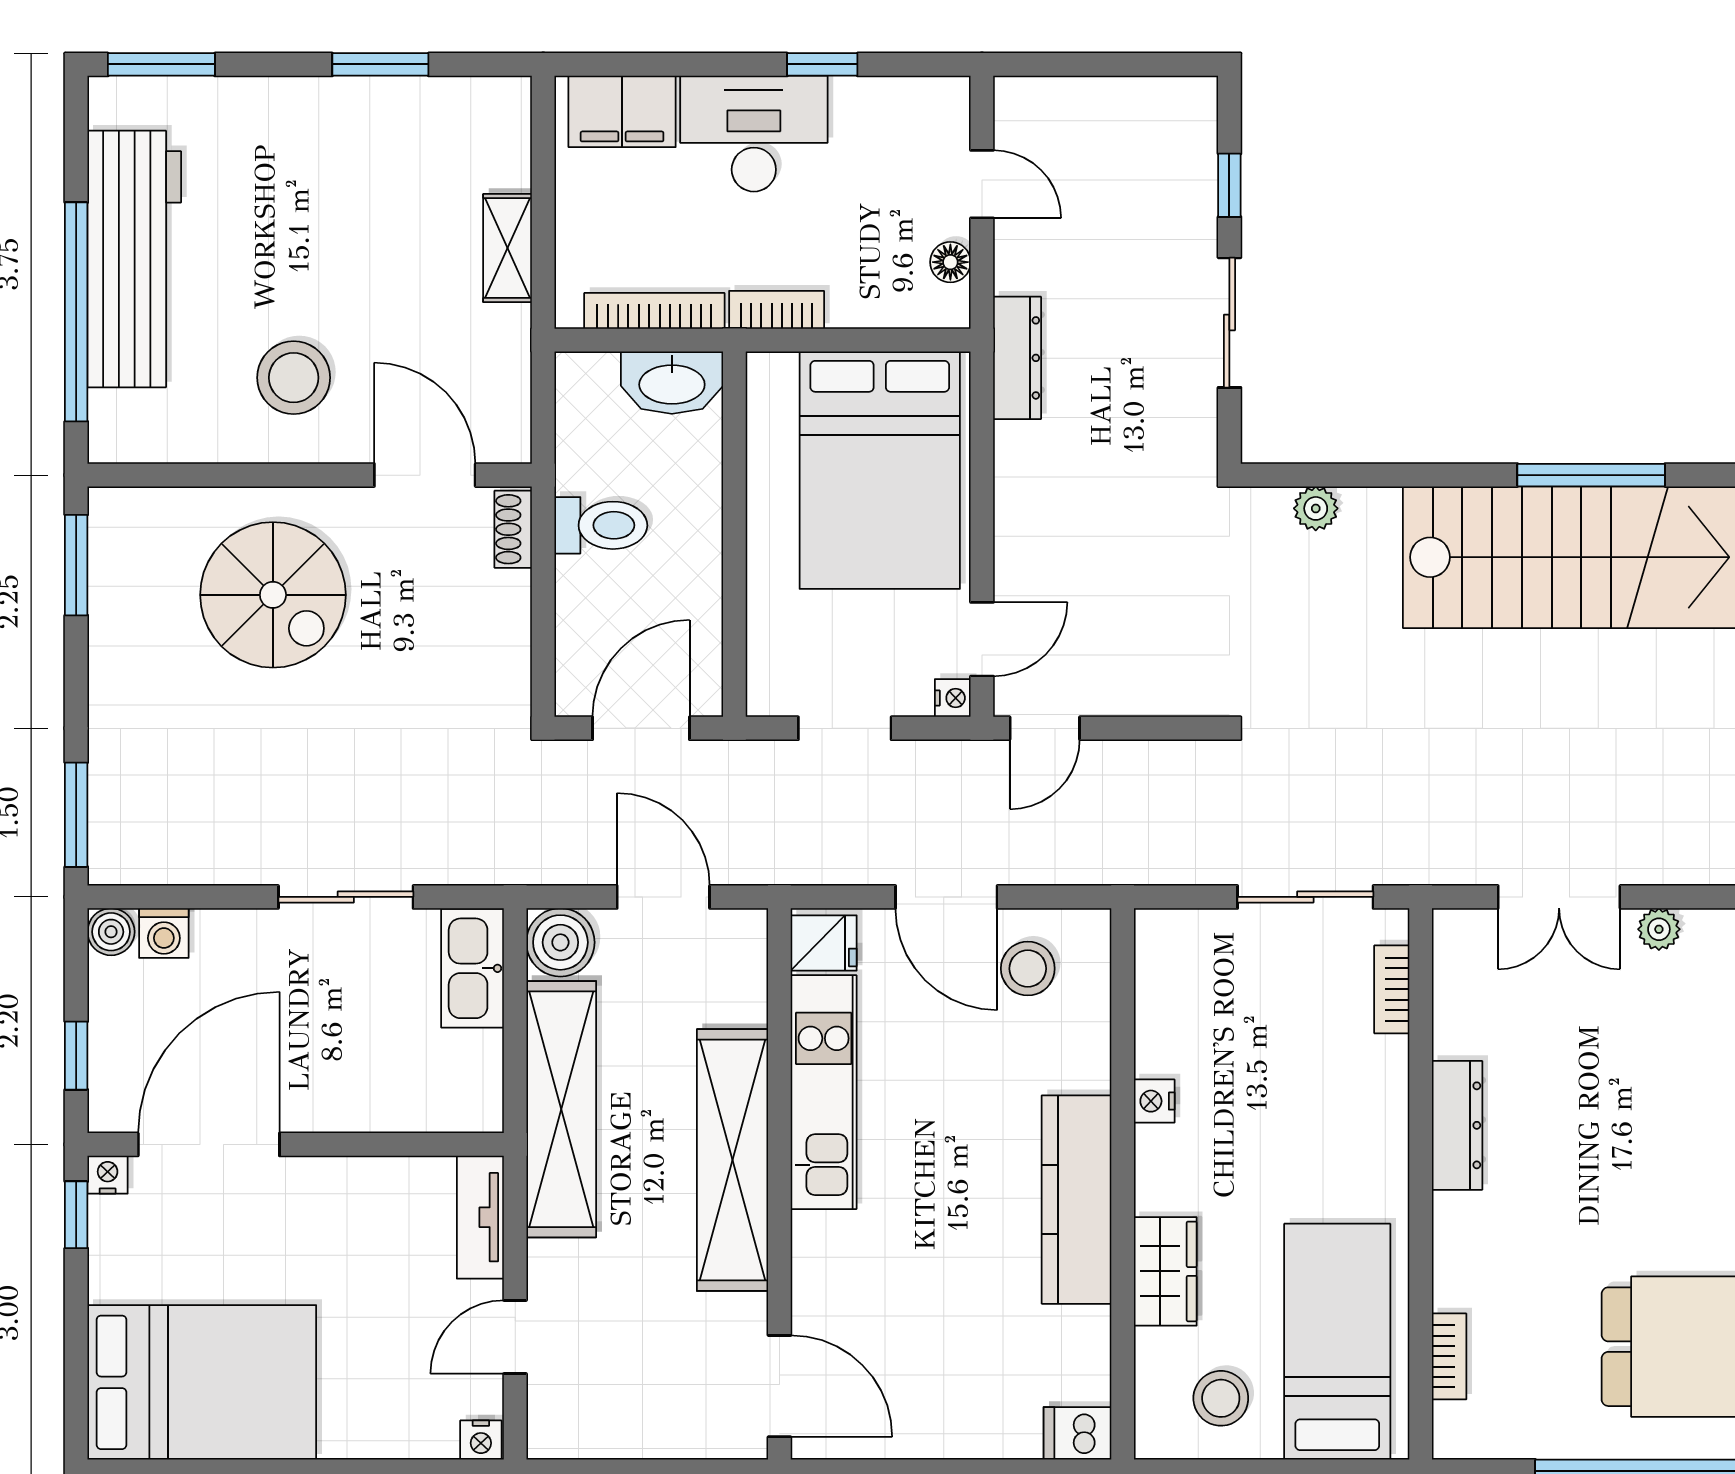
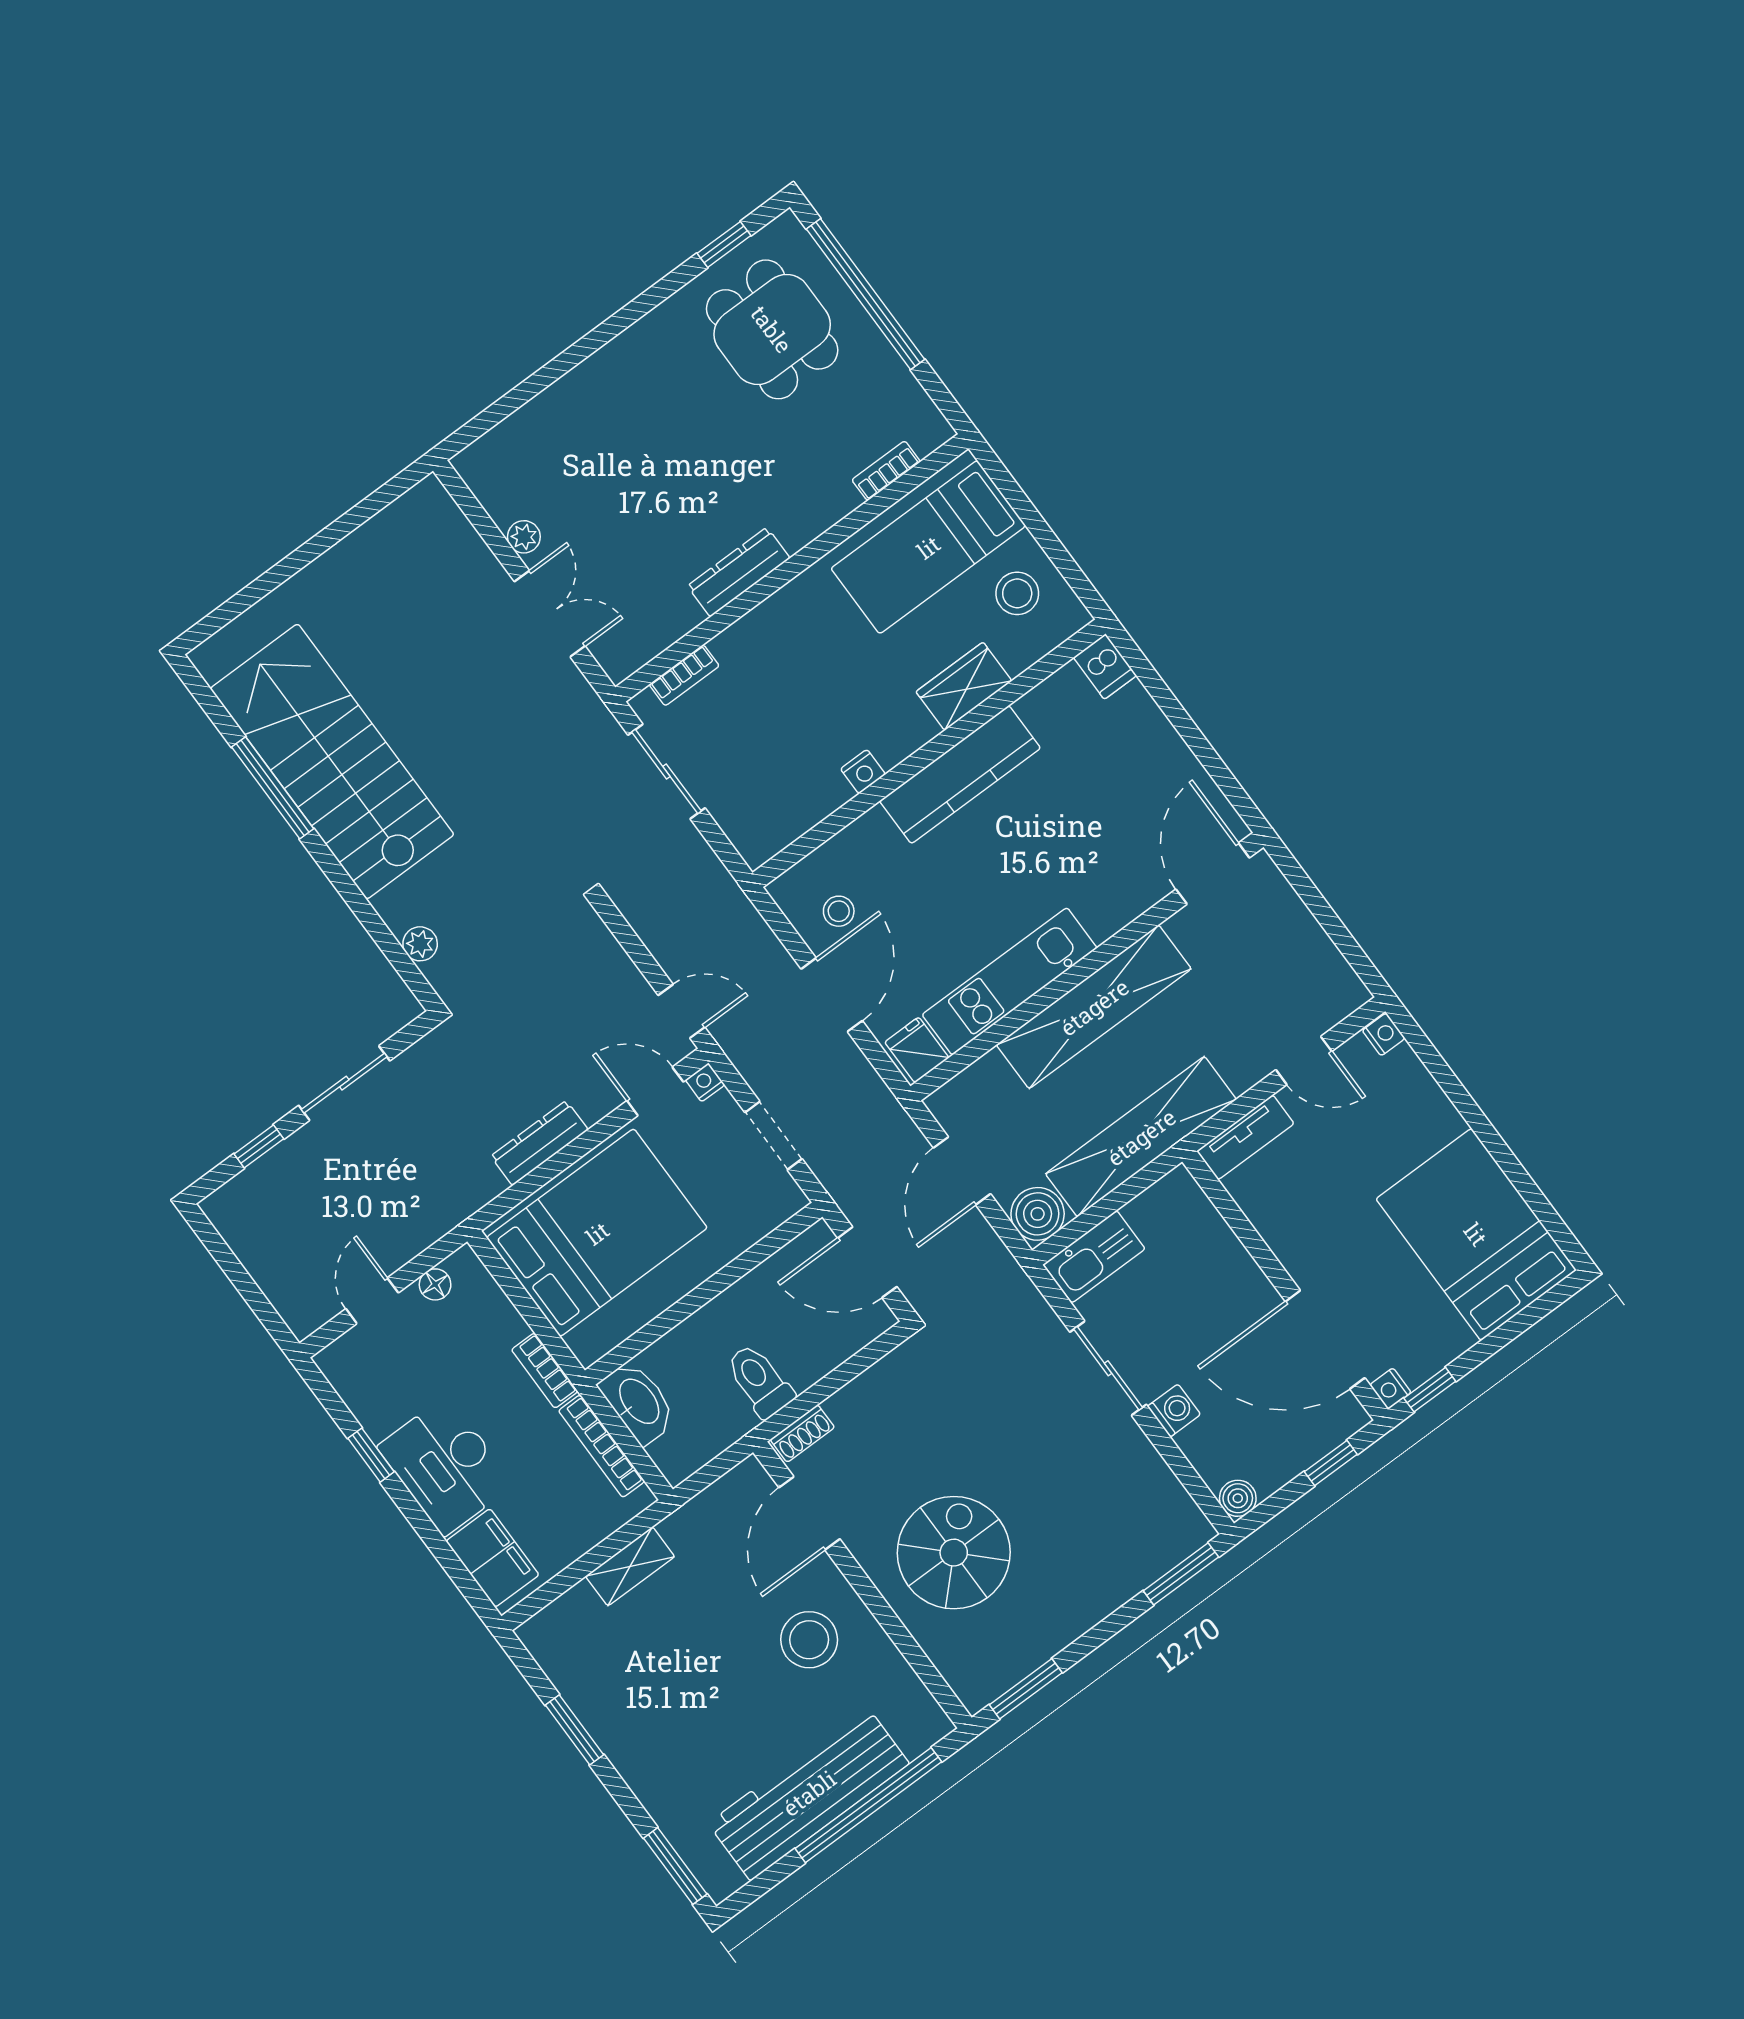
dresser: (1017, 358) -> (539, 1143), moved
washing machine: (164, 933) -> (1174, 1410), moved
stool: (1028, 969) -> (839, 911), width x0.73, depth x0.73

